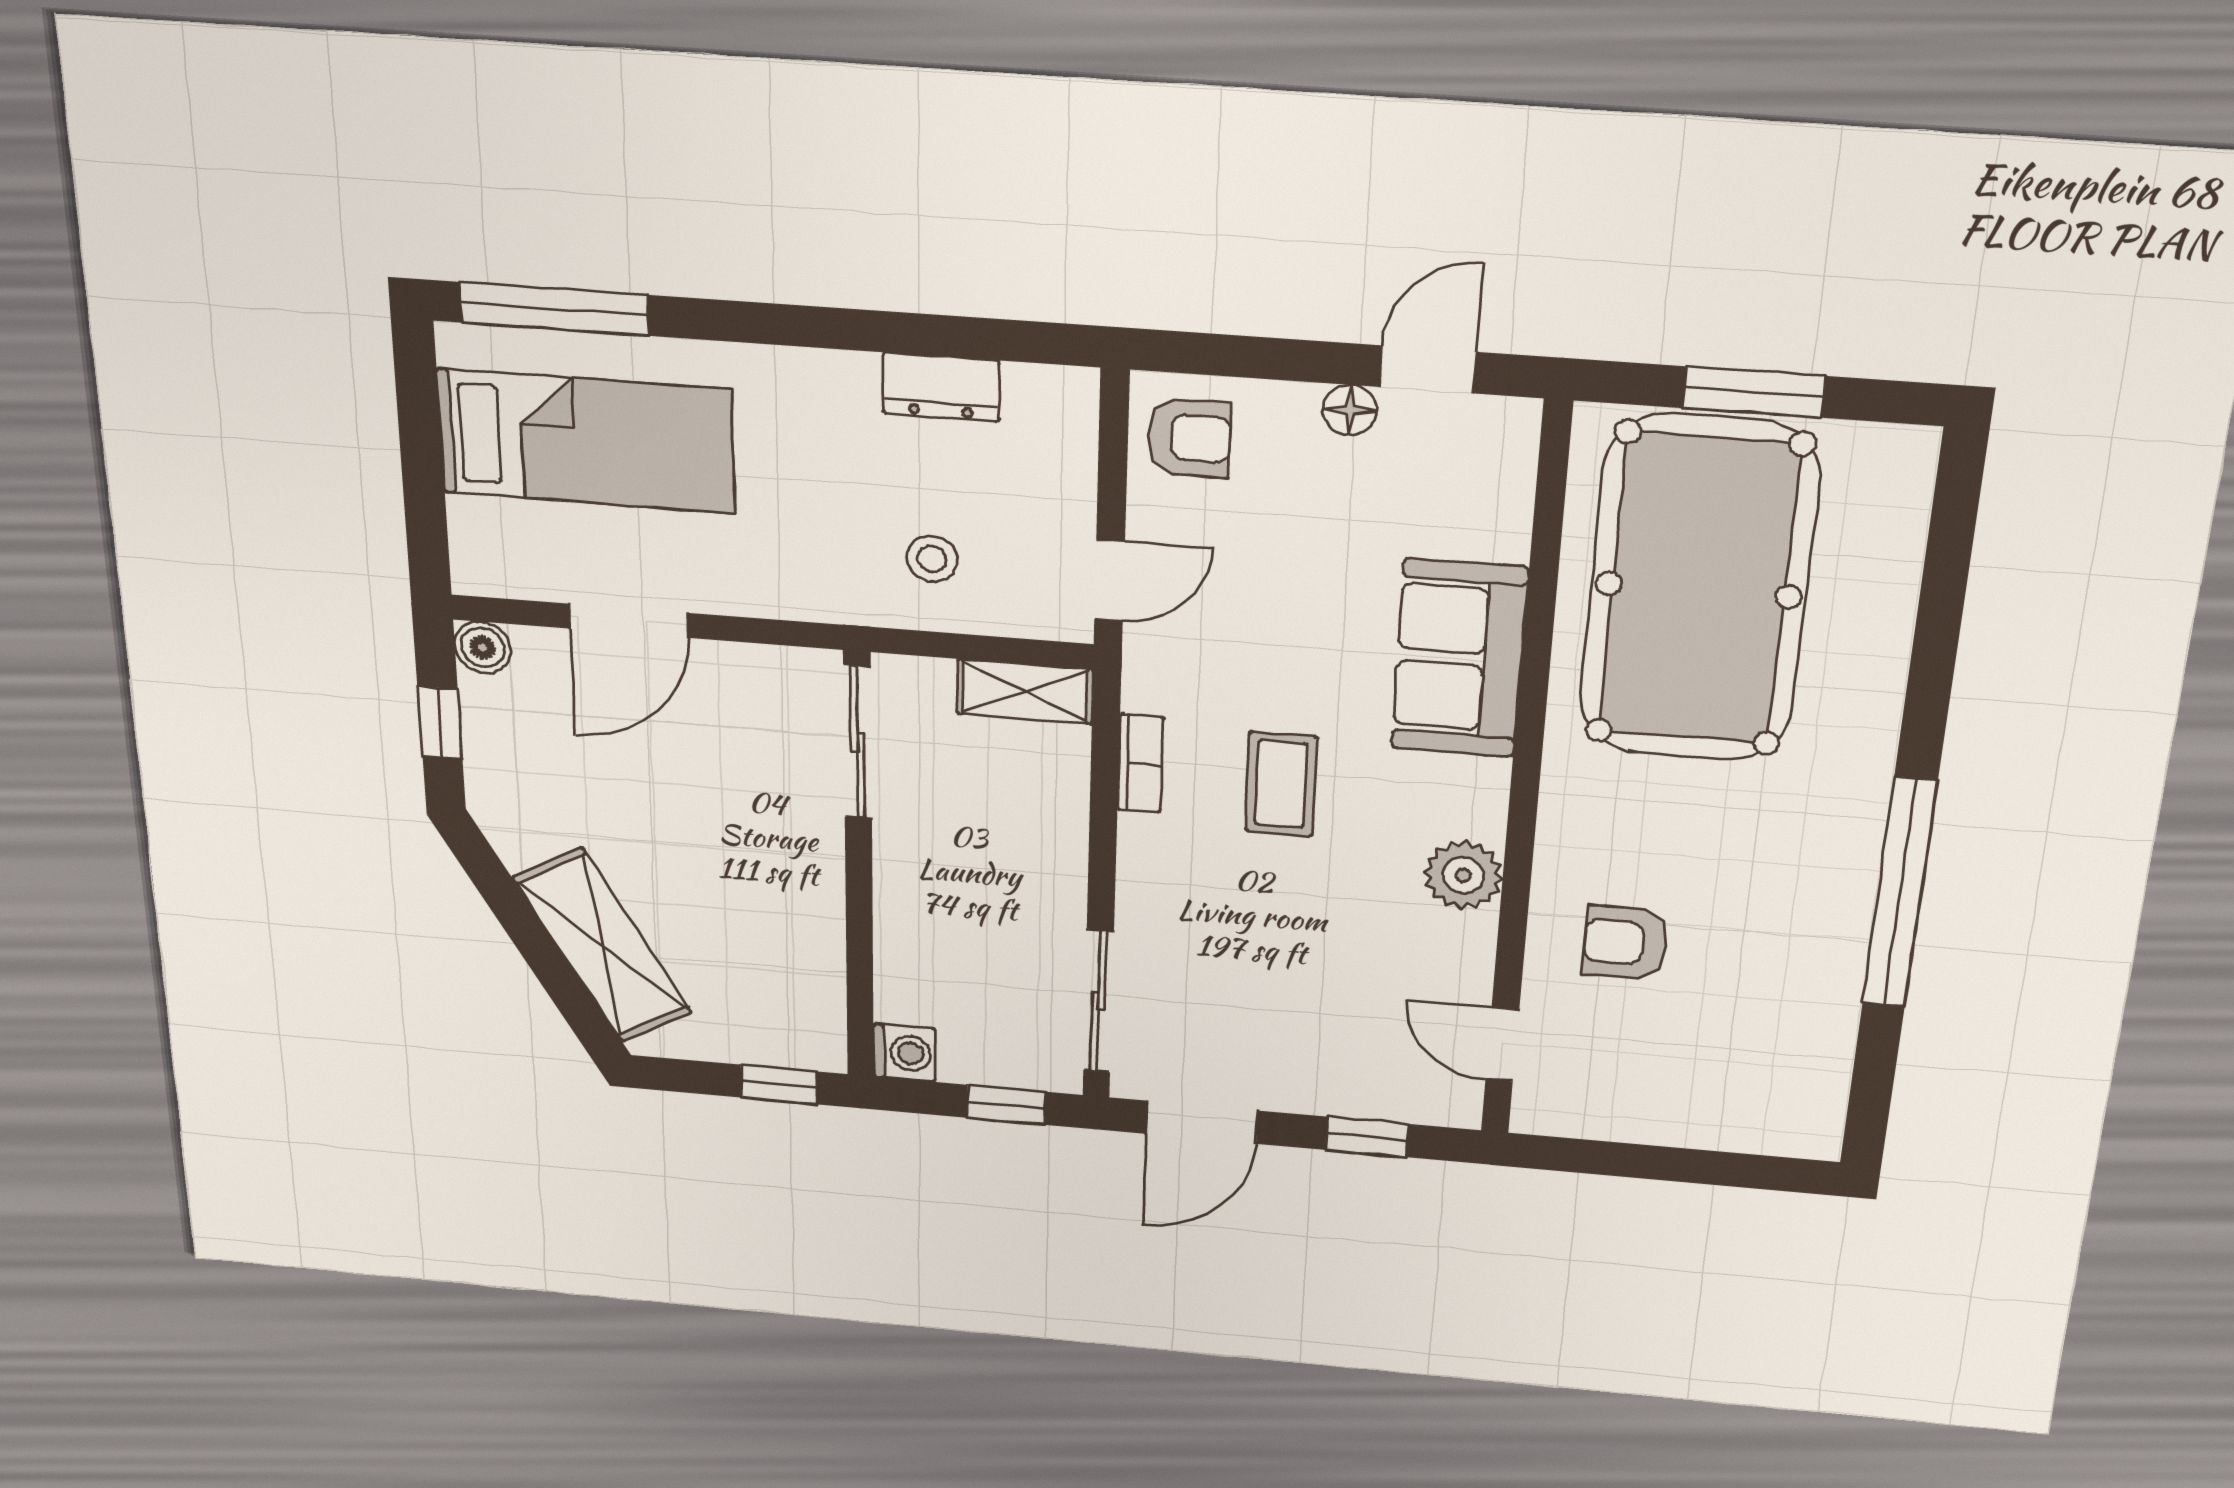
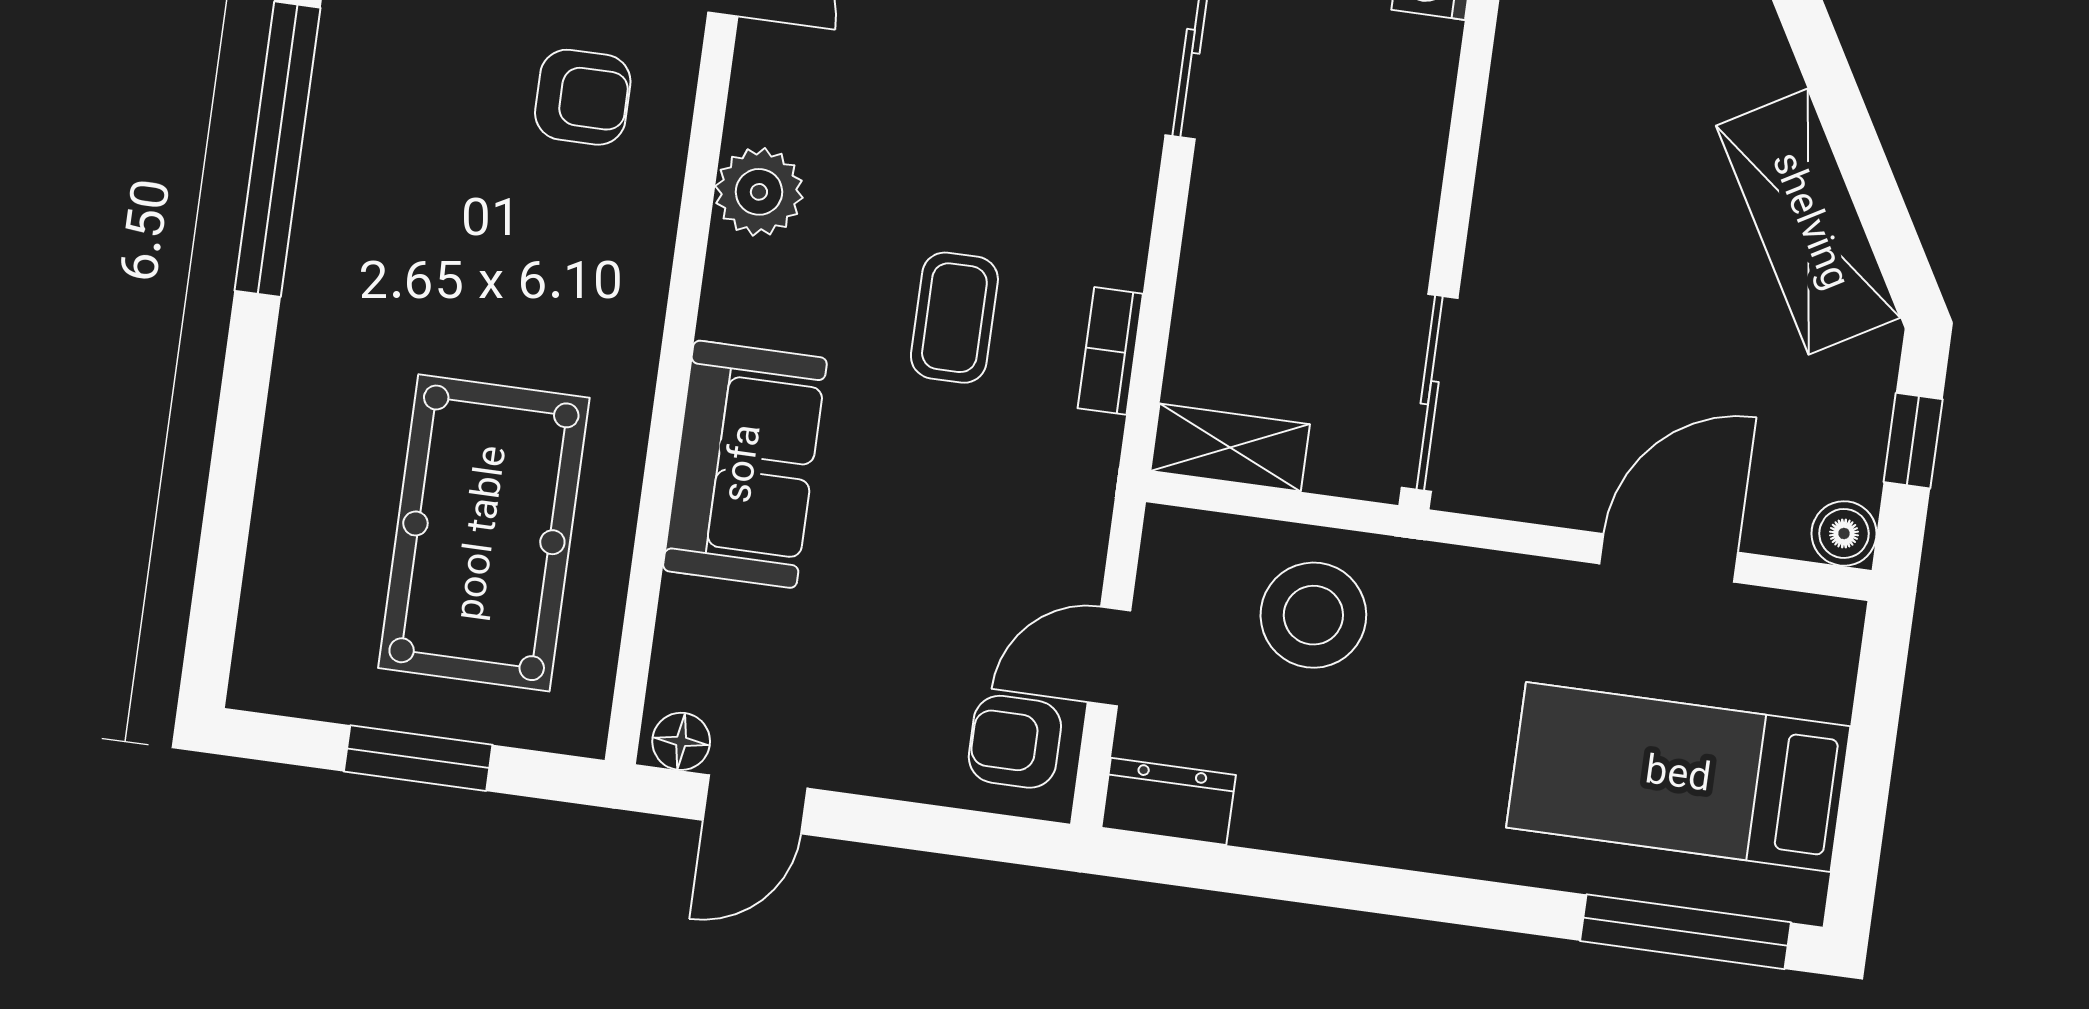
dresser: (941, 387) -> (1169, 801), moved
floor lamp: (1350, 410) -> (681, 741), moved
stool: (932, 559) -> (1313, 615), width x1.89, depth x1.89
door: (1110, 580) -> (1109, 656), moved
pool table: (1698, 590) -> (484, 533), width x0.73, depth x0.76
shelving: (602, 945) -> (1808, 222), moved

